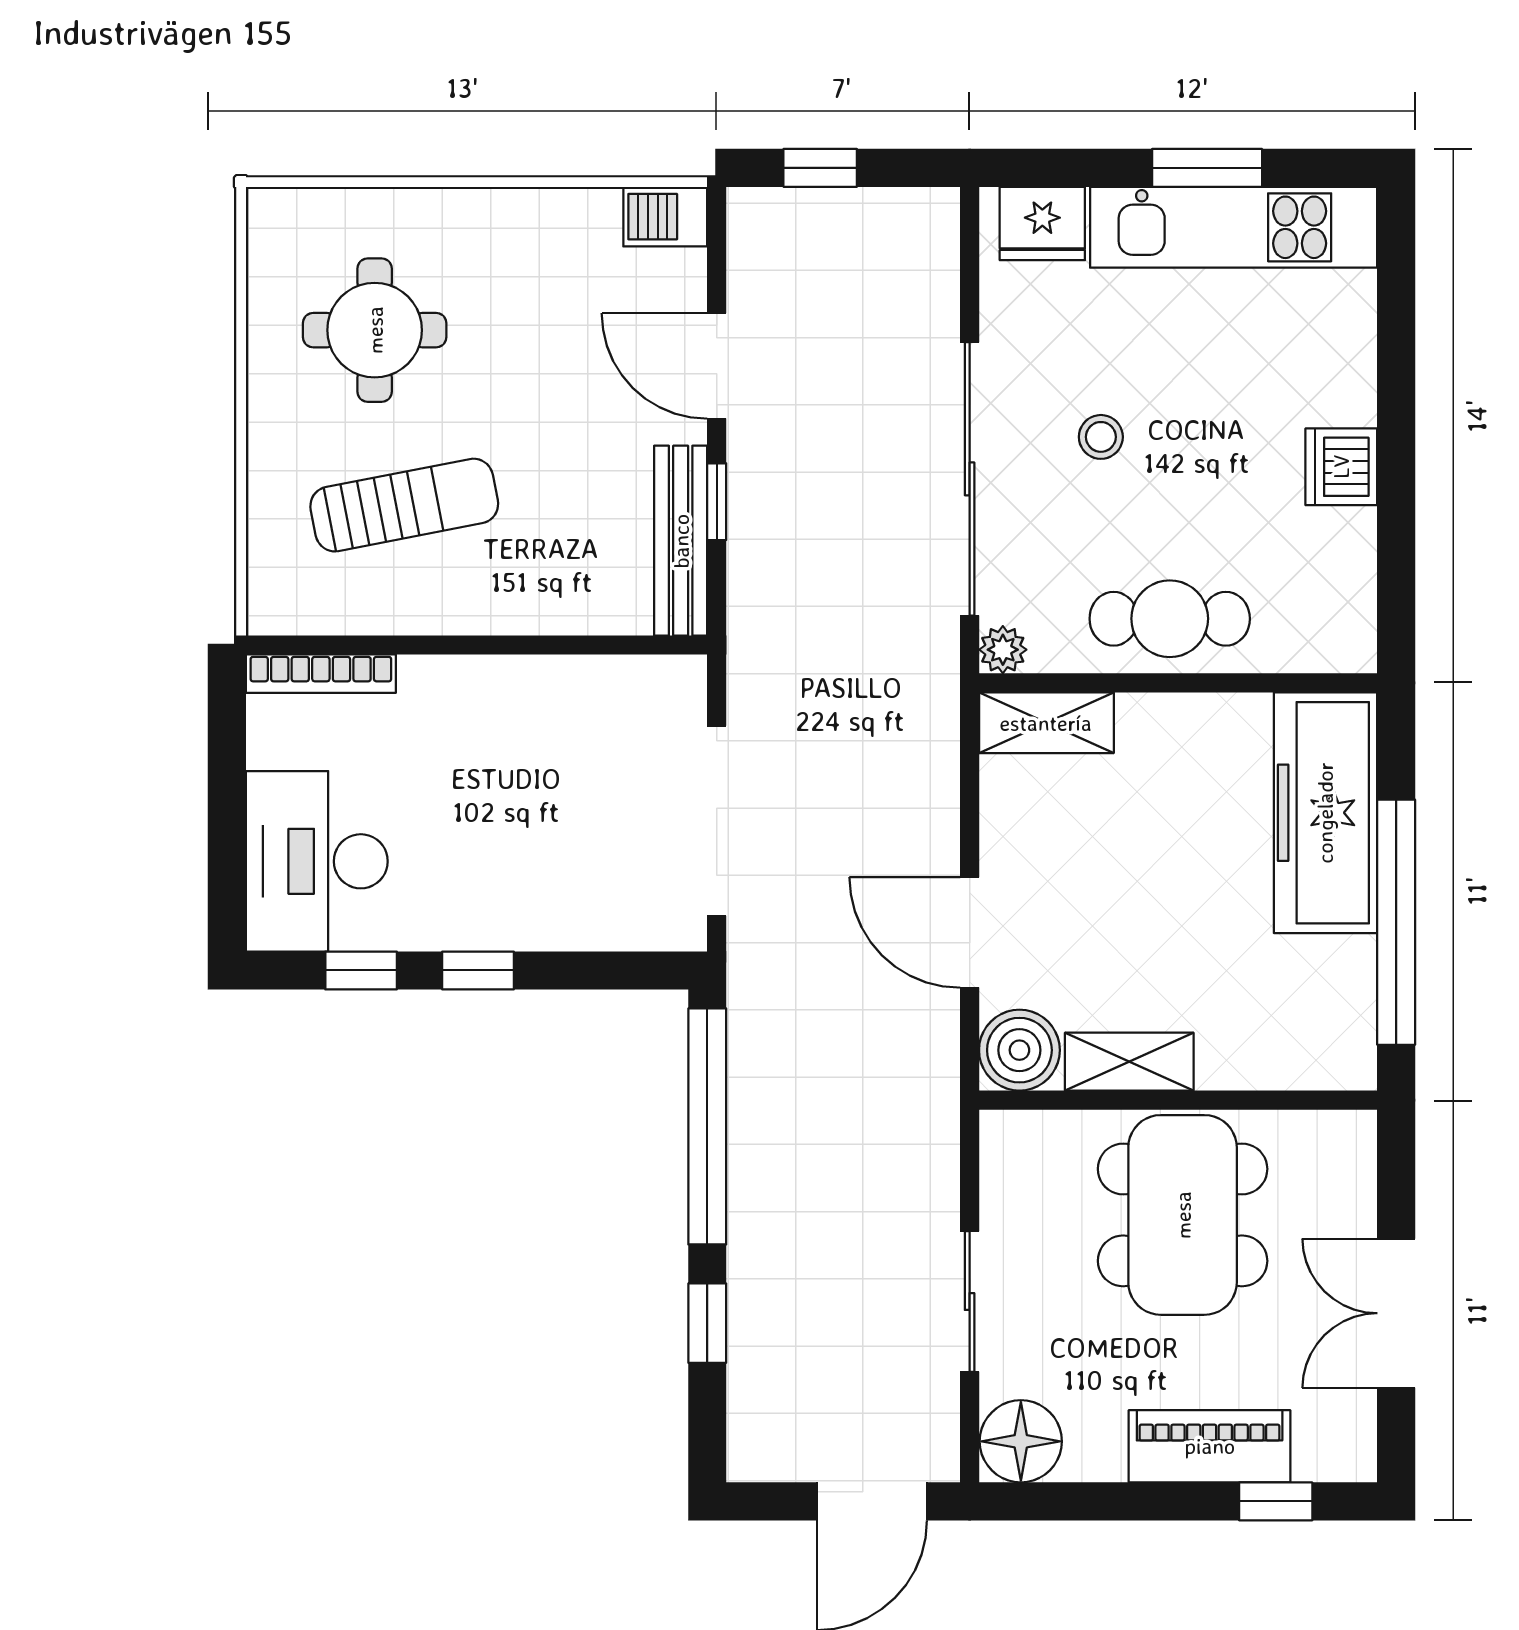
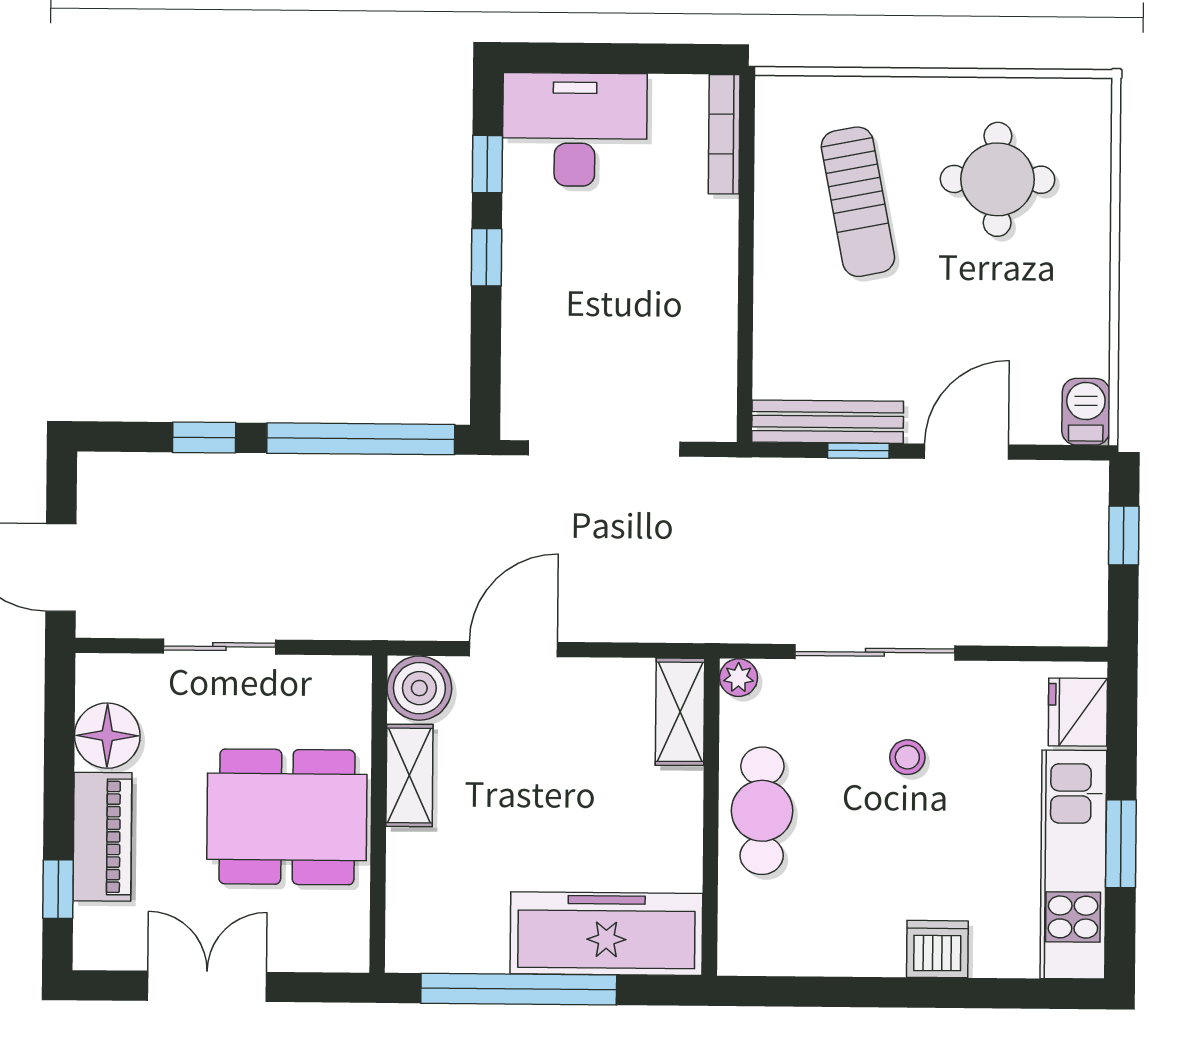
dishwasher: (1341, 467) -> (937, 949), moved
sliding door: (970, 479) -> (875, 652), width x0.73
floor lamp: (1021, 1441) -> (107, 736), moved

